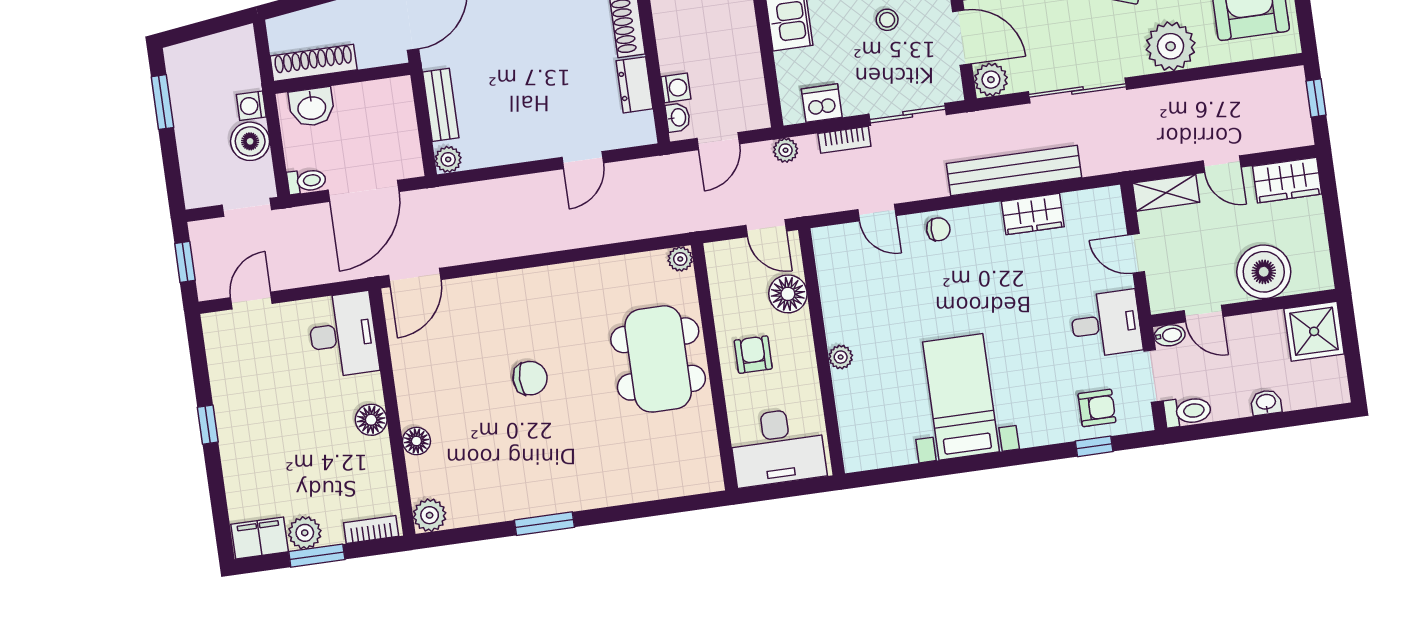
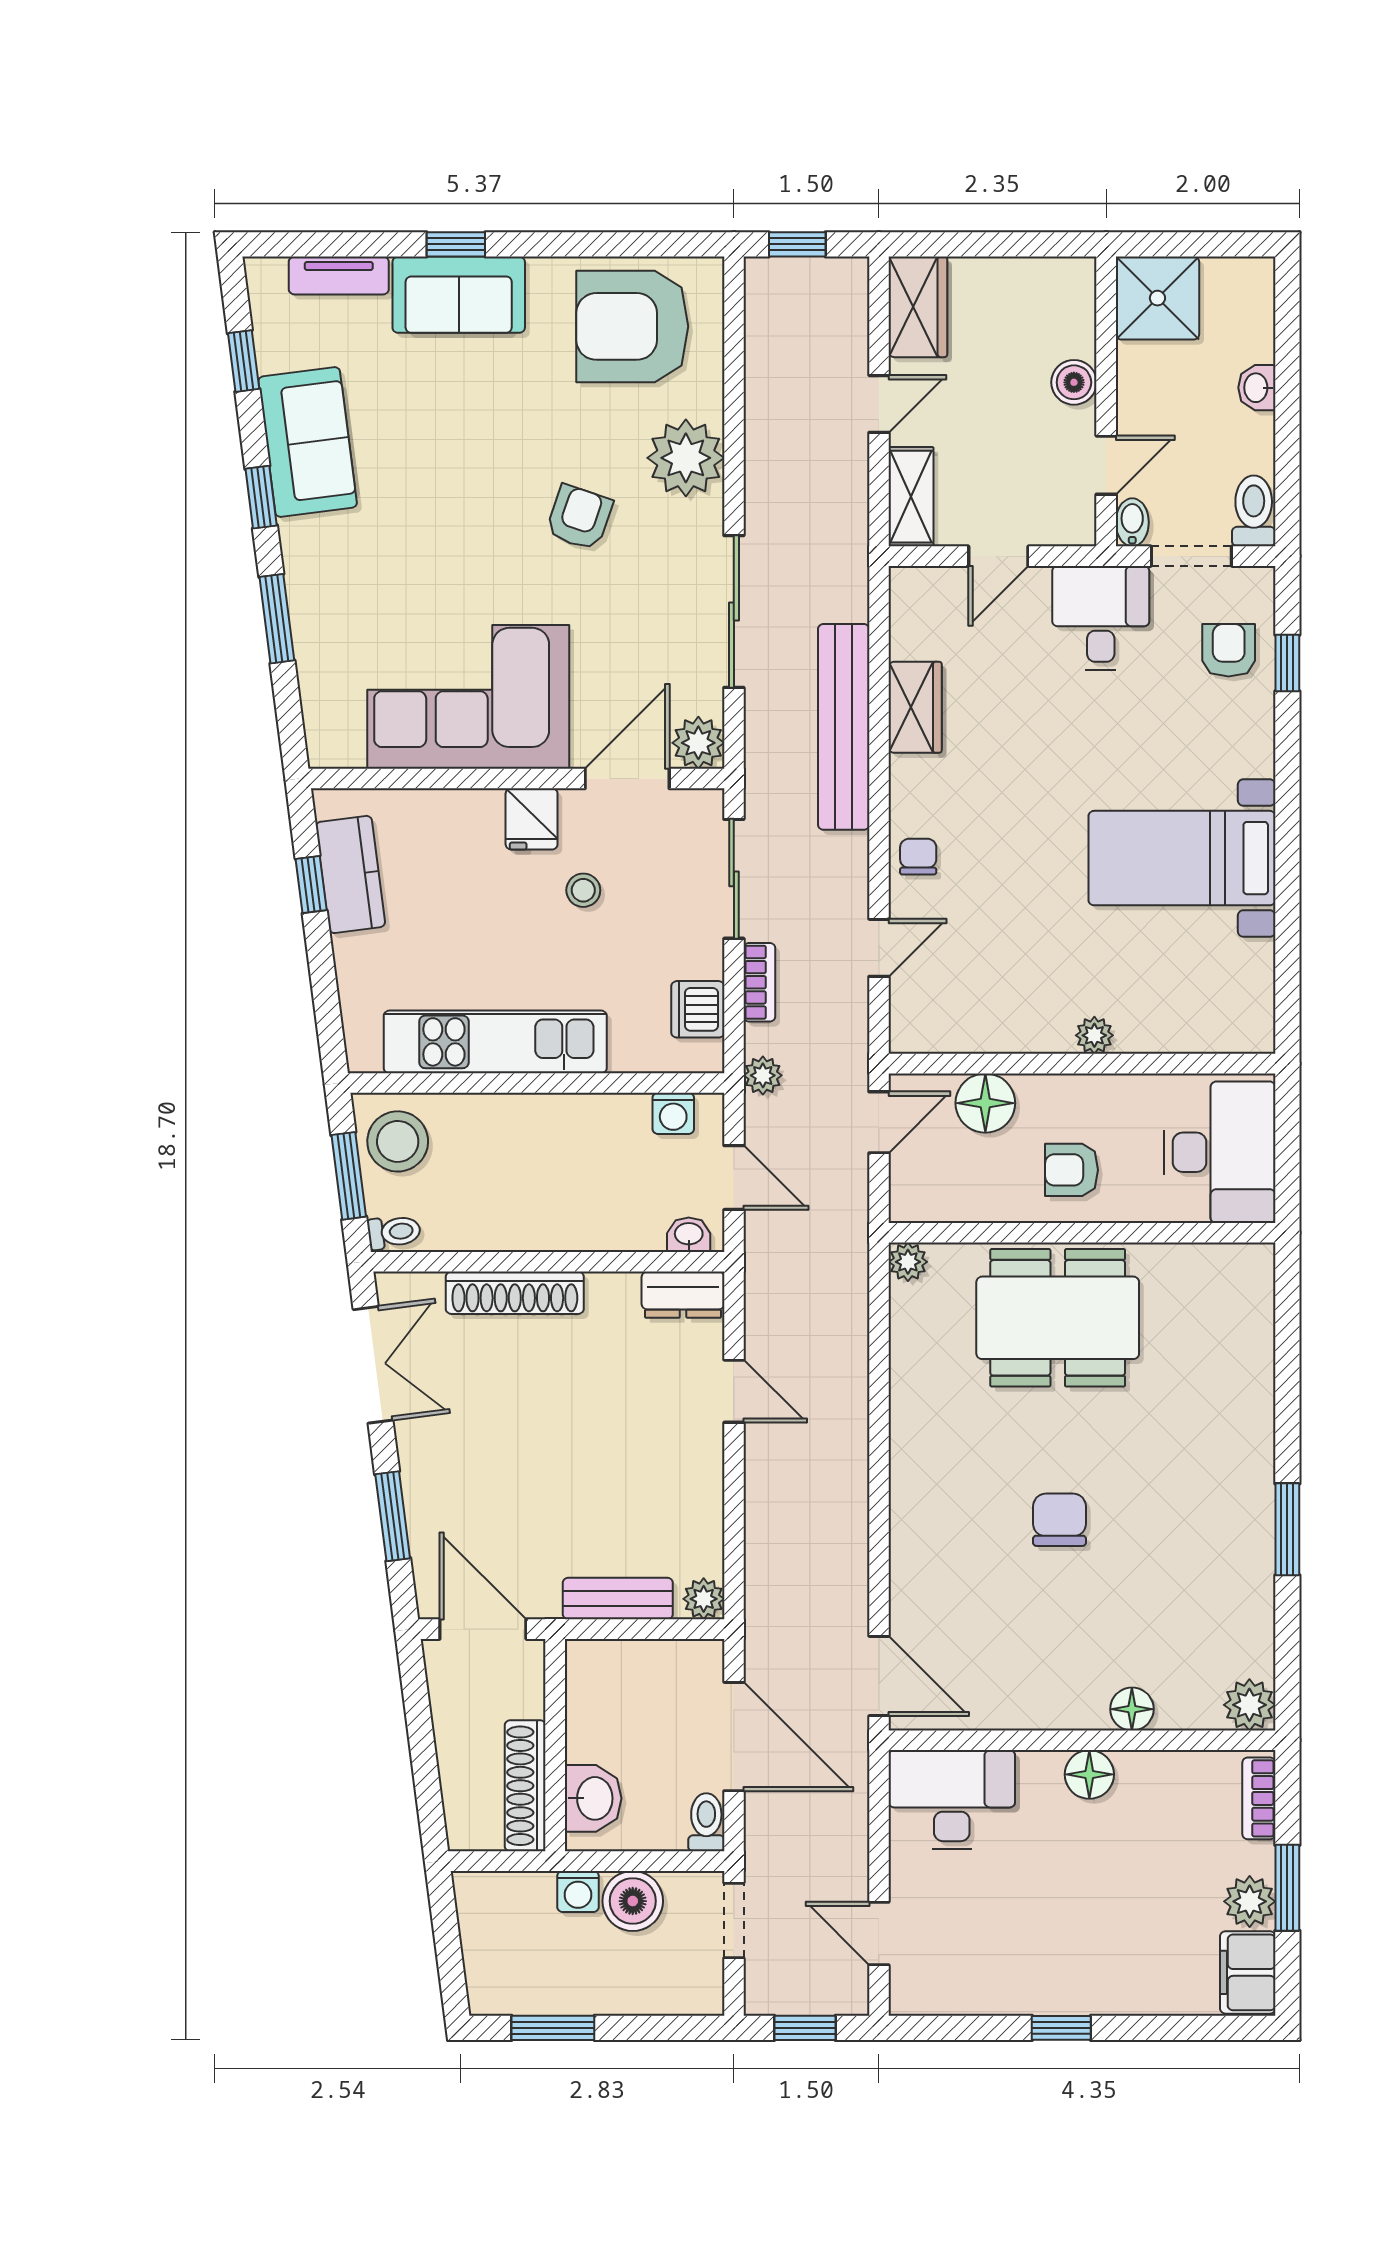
dresser: (634, 85) -> (683, 1295), moved
washing machine: (676, 88) -> (673, 1113), moved, turned 180
boiler: (1264, 272) -> (1074, 382), width x0.54, depth x0.54

